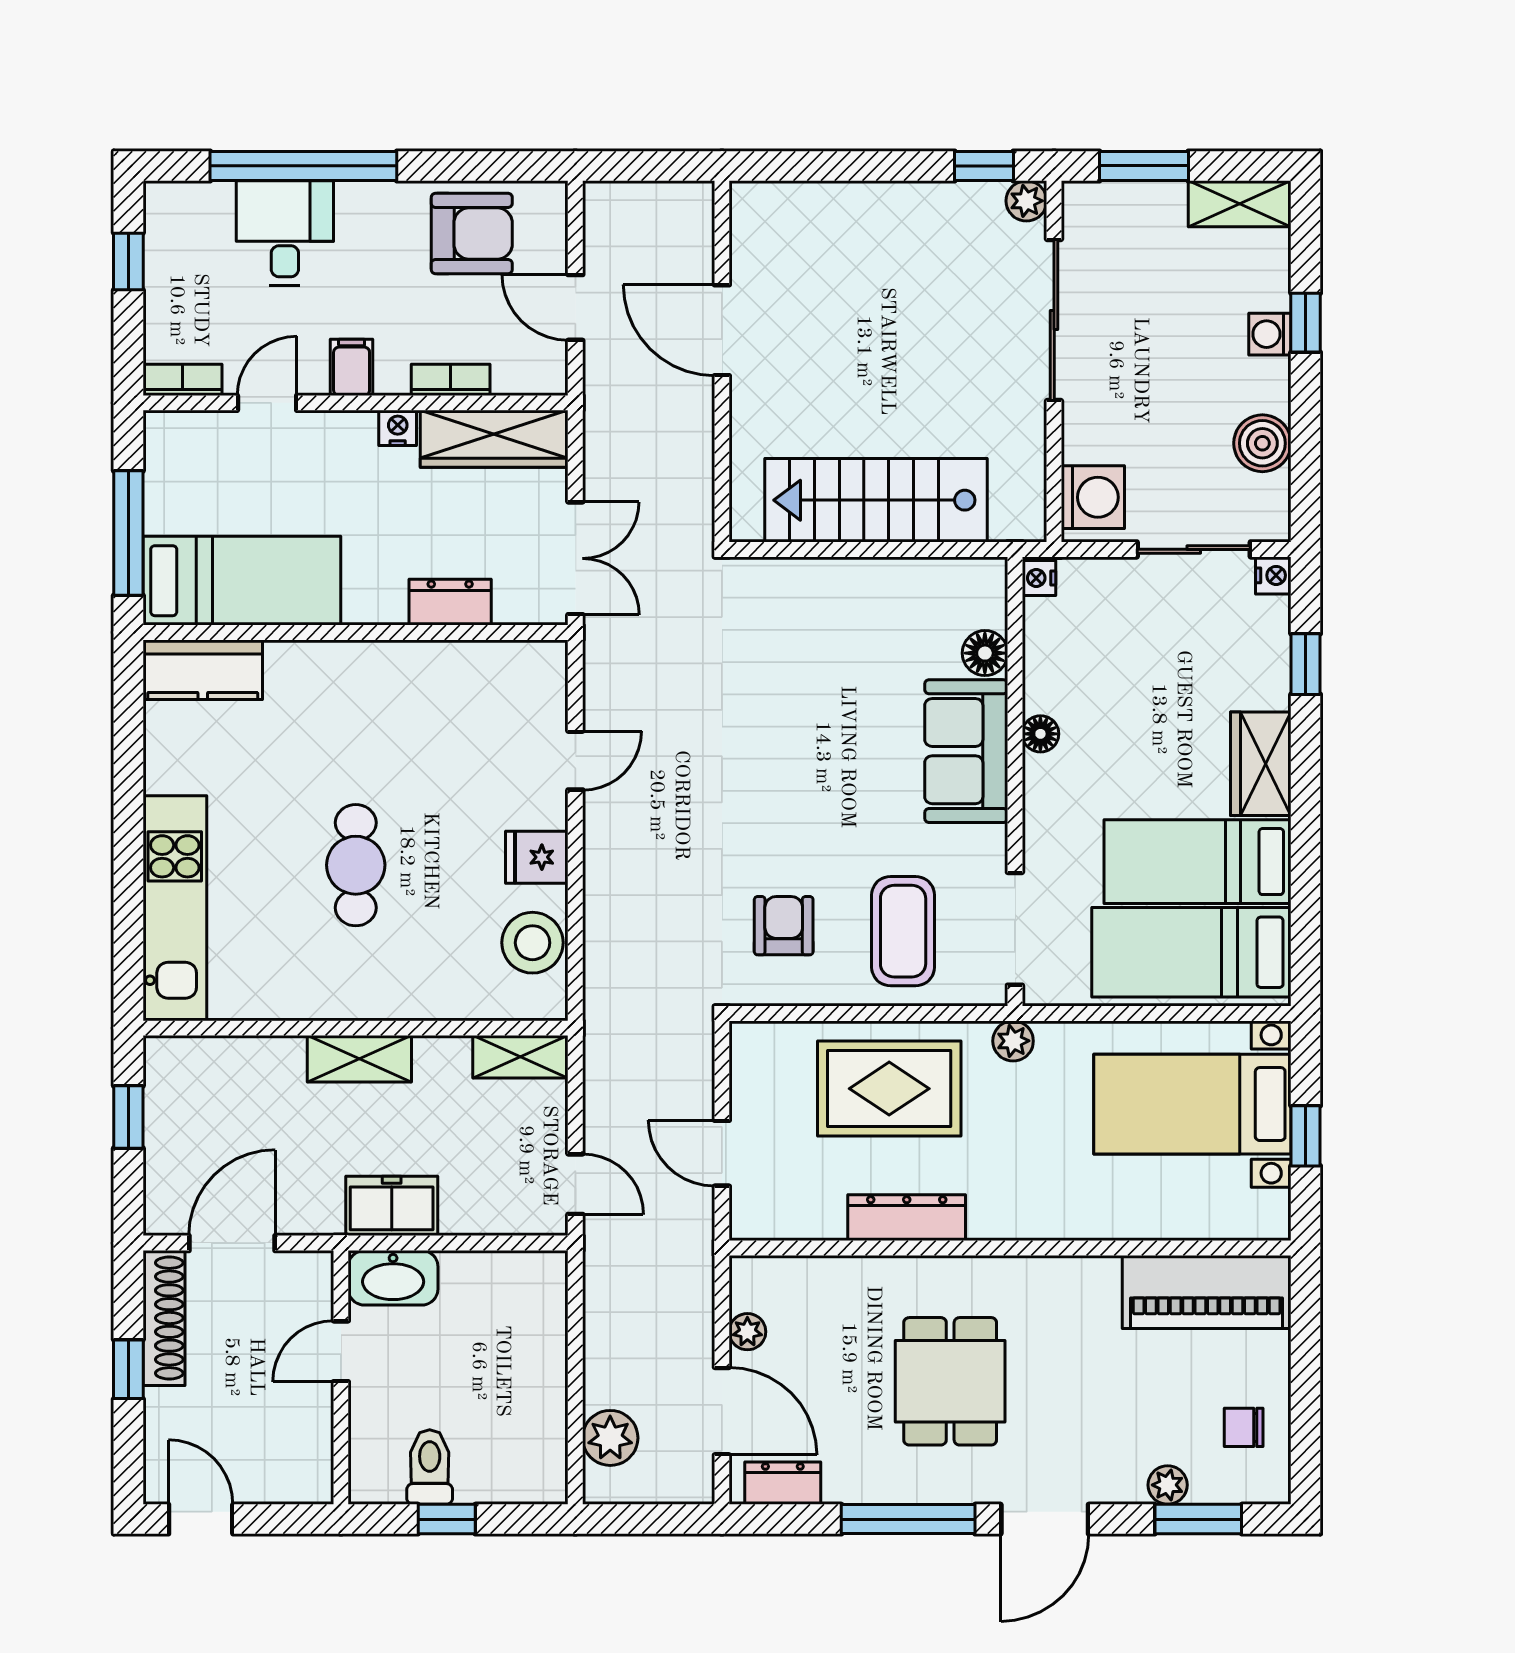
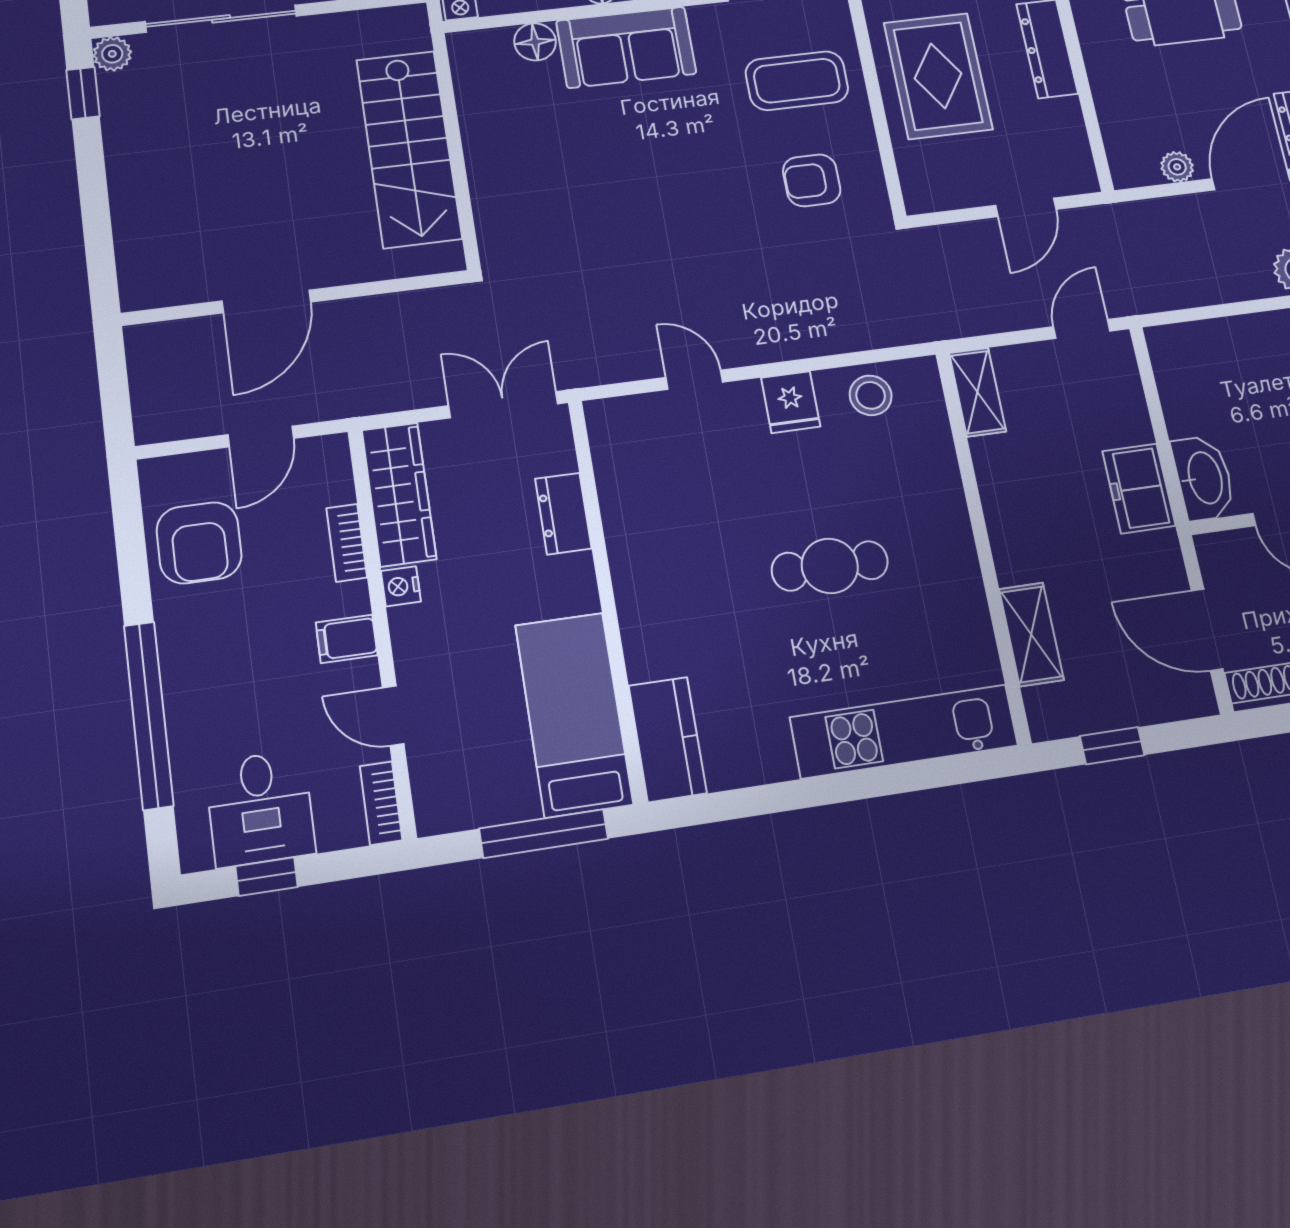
desk: (285, 233) -> (260, 808), moved, turned -90
armchair: (472, 234) -> (199, 543), turned 180
stool: (533, 943) -> (871, 395), width x0.73, depth x0.73
shelving: (359, 1059) -> (1031, 634), moved

